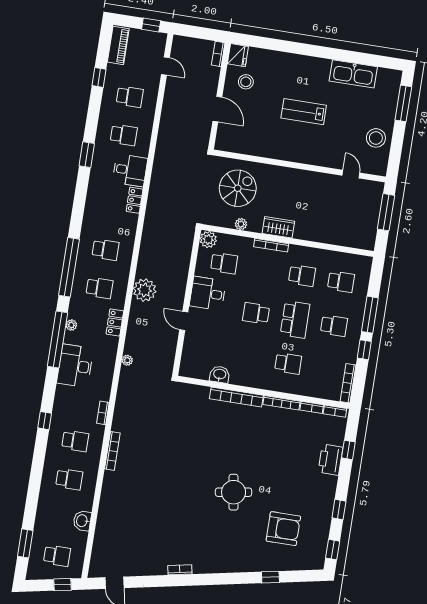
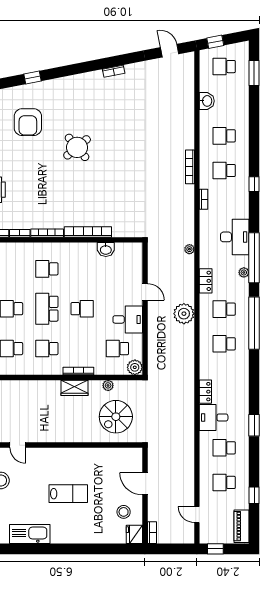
round table: (234, 492) -> (77, 147), turned -31
armchair: (283, 529) -> (28, 122), turned -90

